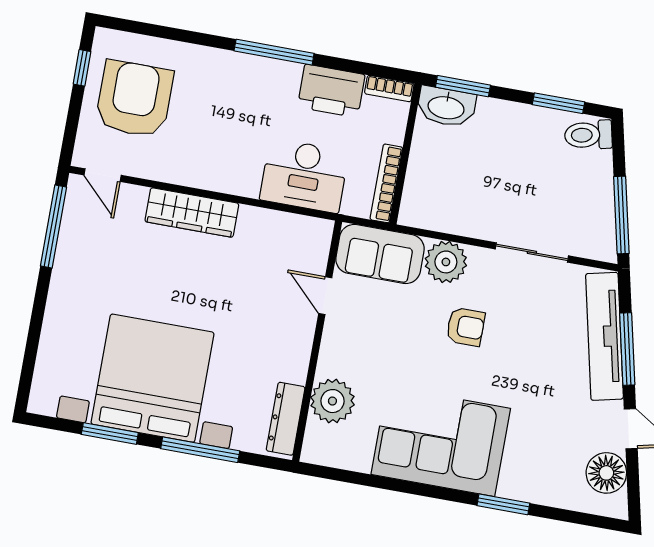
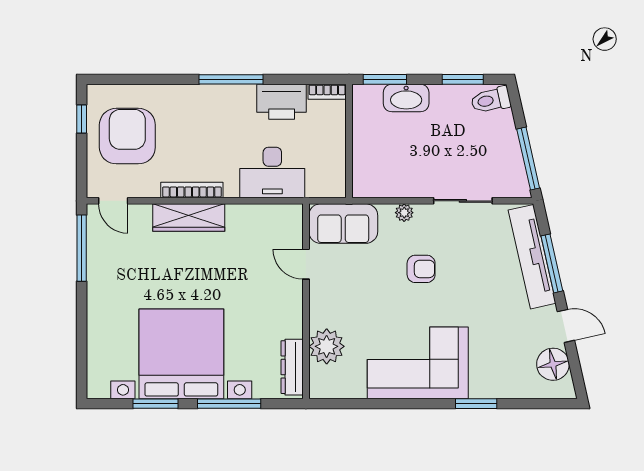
washbasin: (446, 107) -> (406, 98), moved
bookcase: (386, 183) -> (192, 190), moved, turned 90
plant: (446, 262) -> (404, 213), width x0.53, depth x0.53

